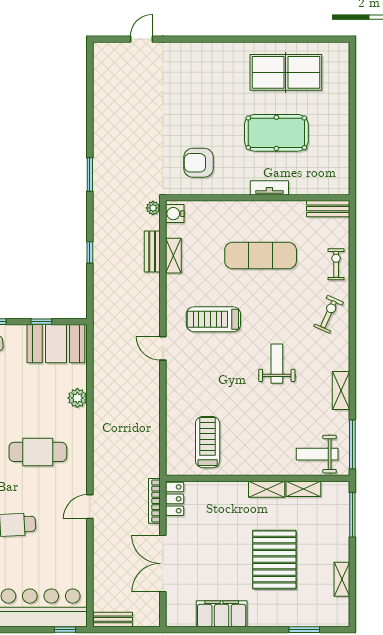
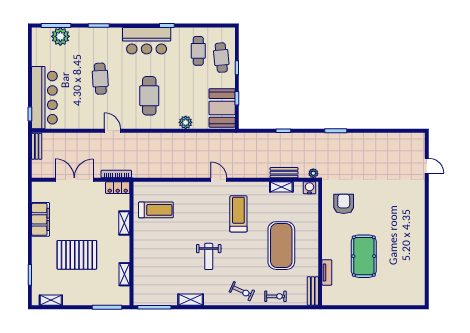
table tennis table: (286, 72) -> (404, 263), removed
tv unit: (269, 188) -> (327, 272), moved
exercise mat: (261, 256) -> (281, 246), width x1.47
door: (163, 348) -> (219, 180), hinge flipped
weight bench: (277, 364) -> (209, 256), turned 90
weight bench: (317, 454) -> (148, 284), removed
shelving: (267, 489) -> (124, 223), moved
shelving: (342, 579) -> (51, 300), moved

